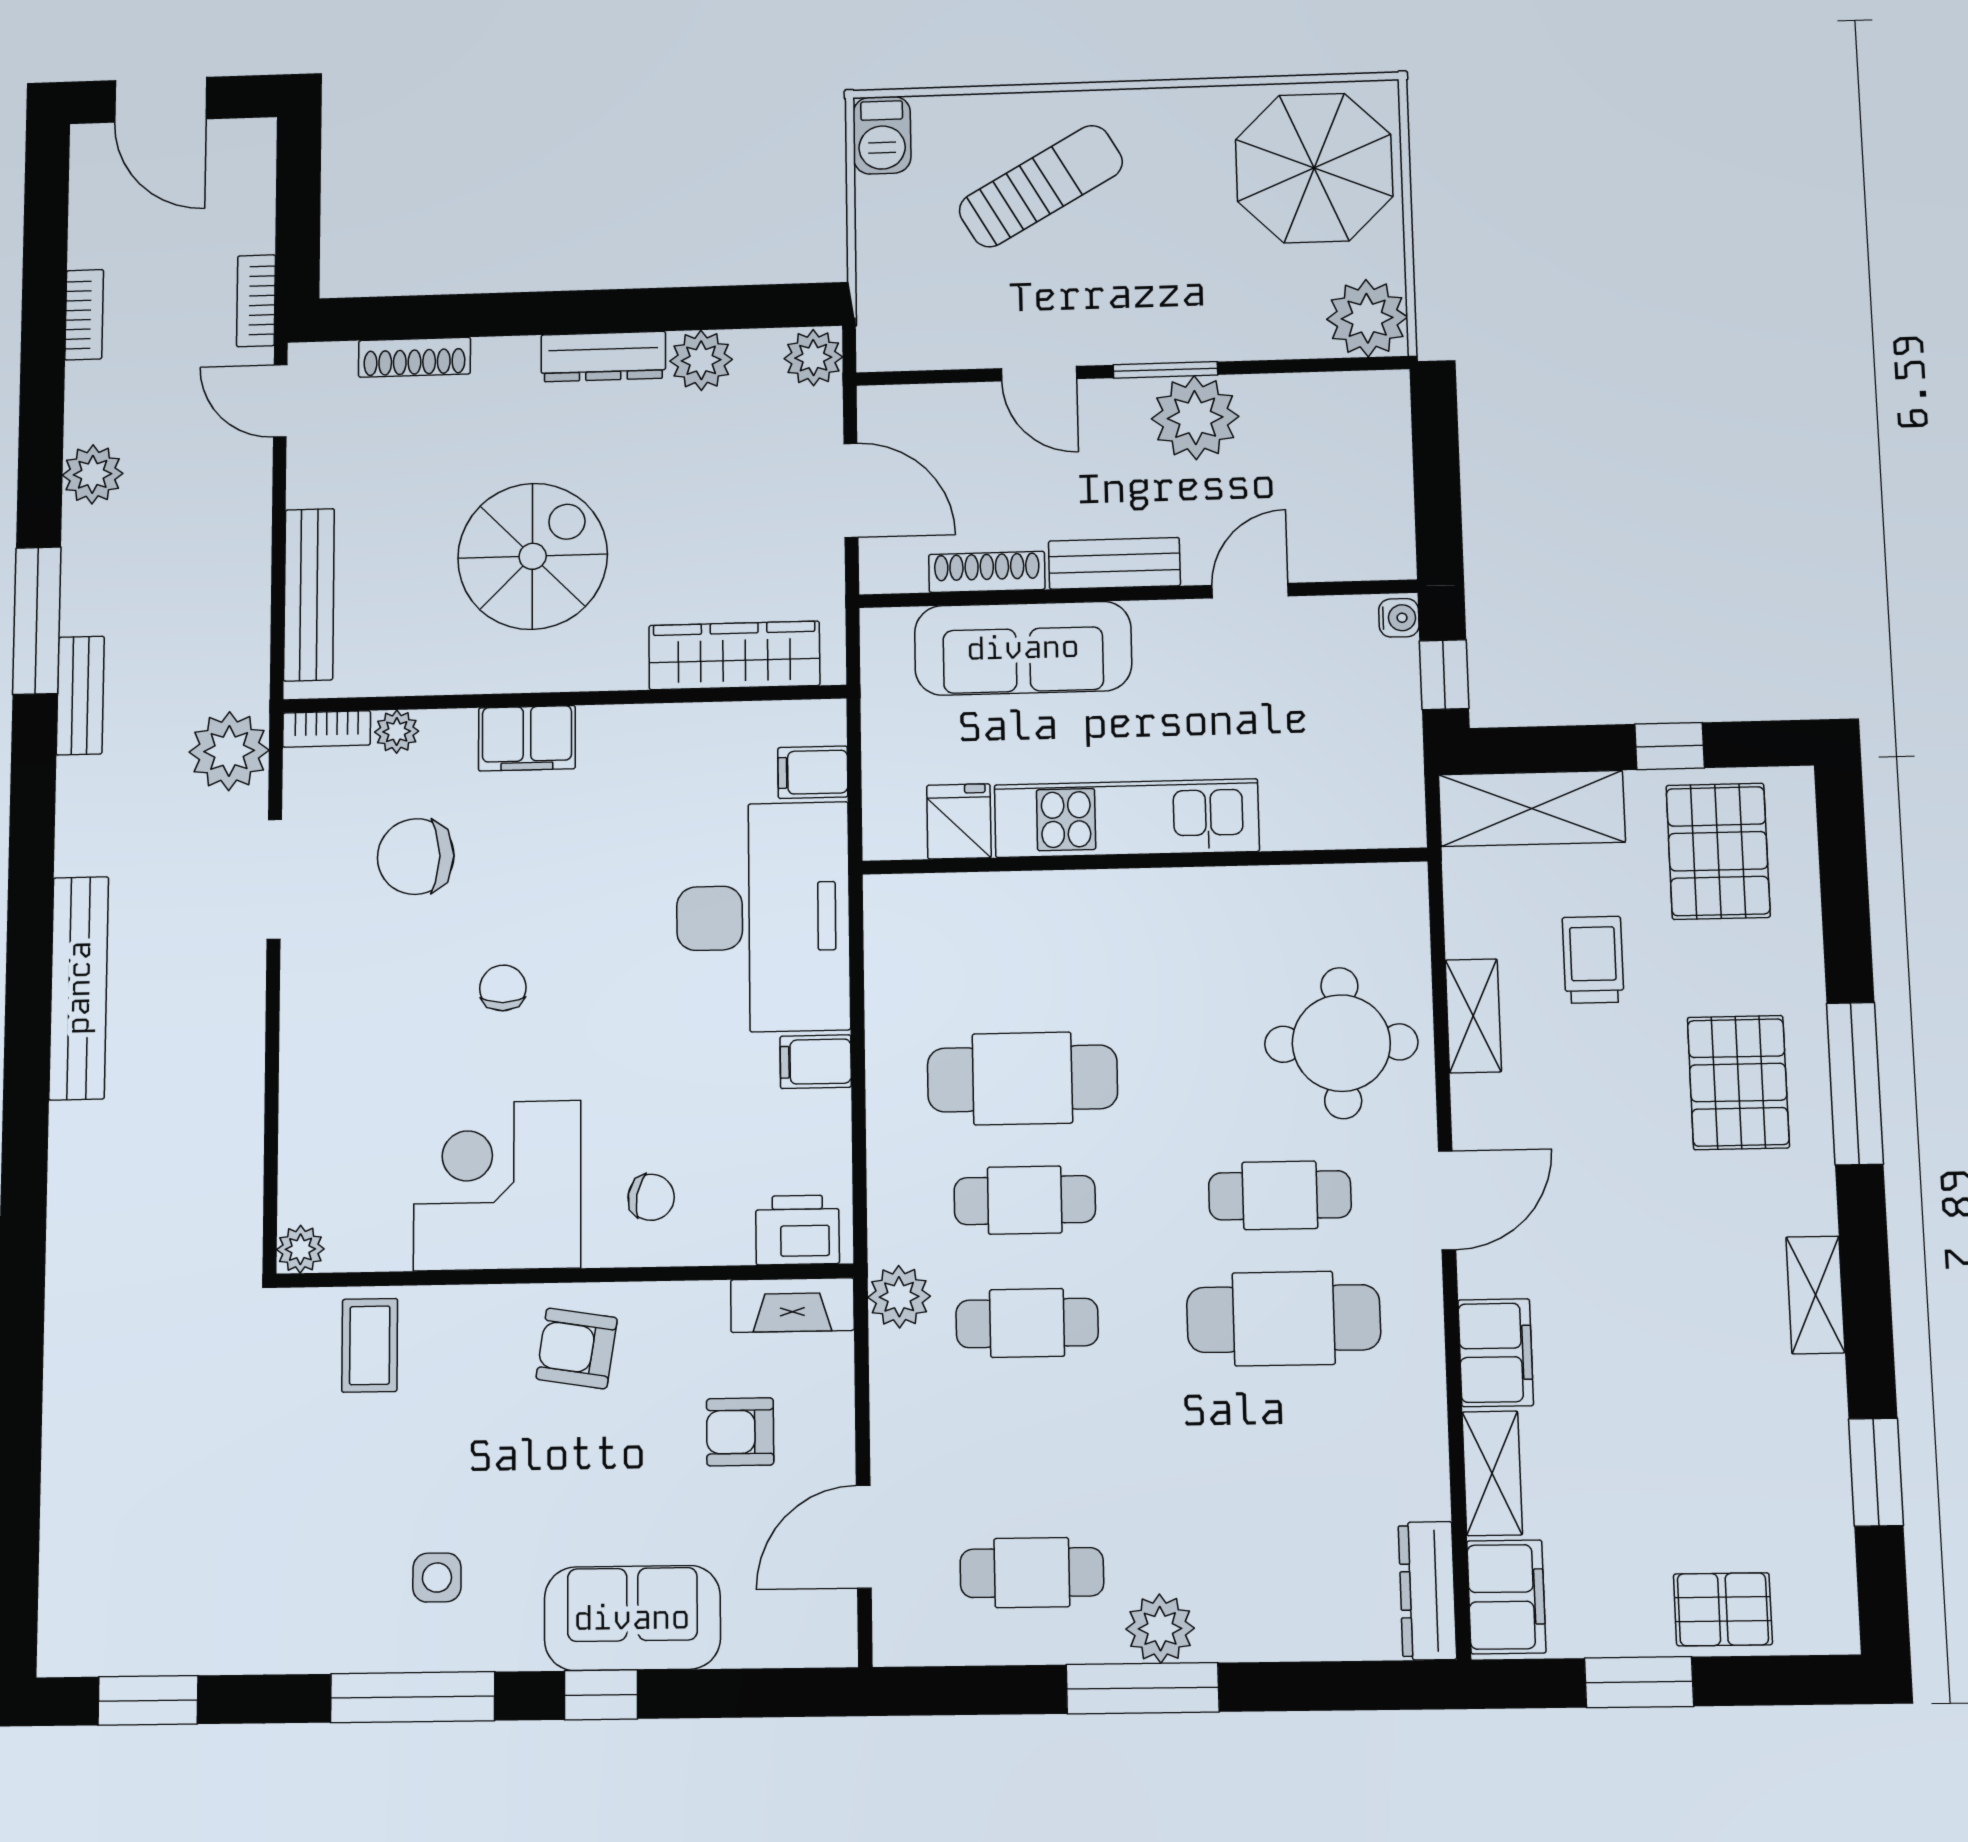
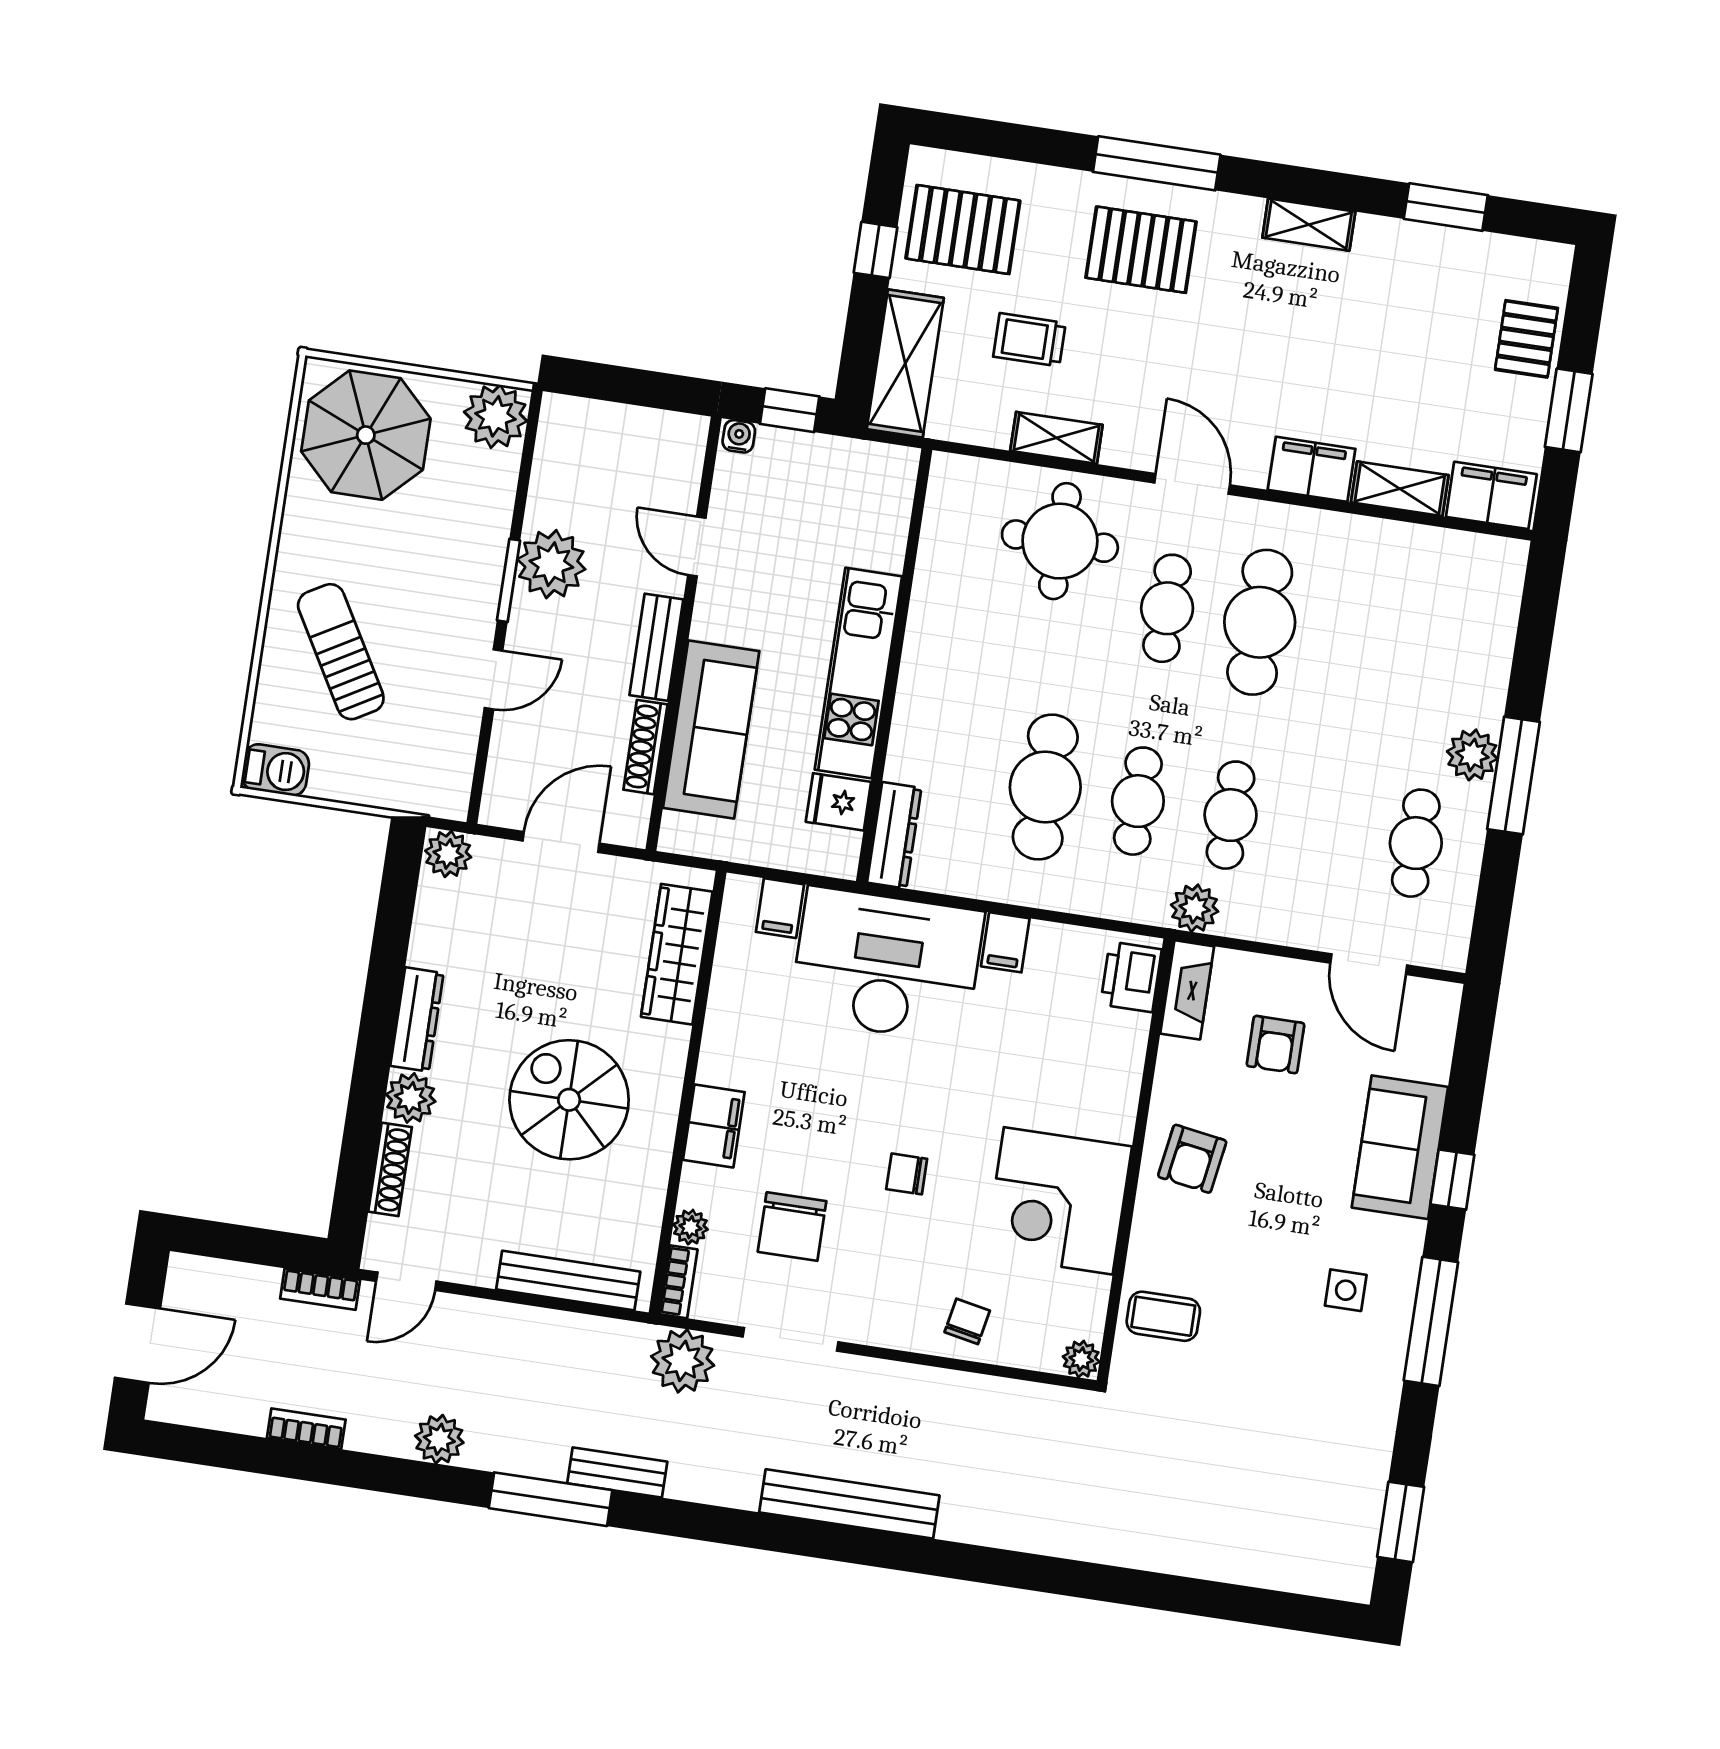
plant: (701, 360) -> (411, 1098), moved
chair: (651, 1197) -> (967, 1321), moved
dresser: (1427, 1591) -> (894, 835), moved, turned -90

